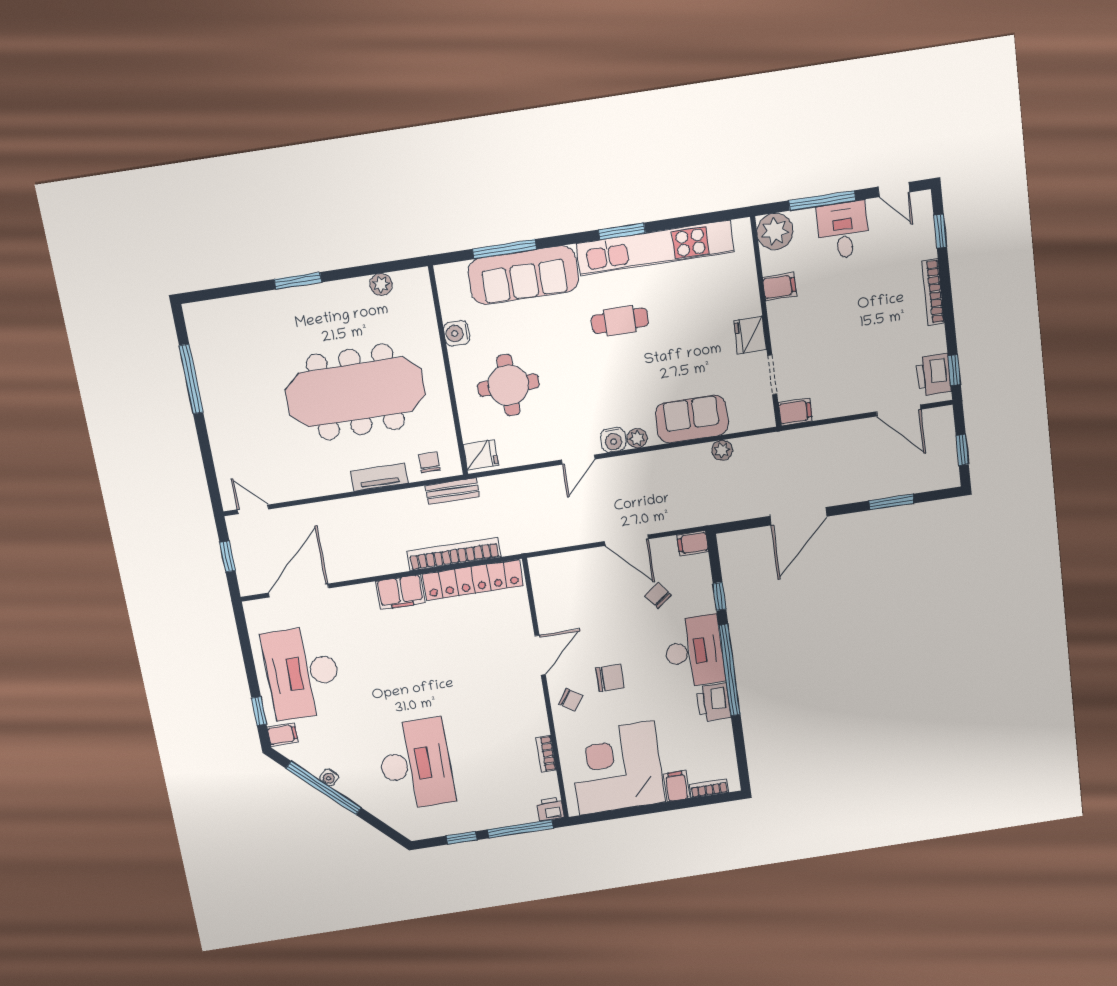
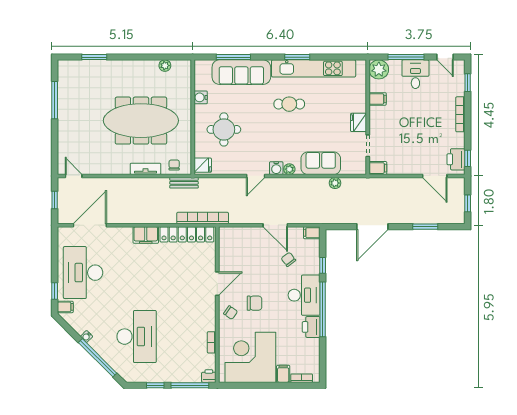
window: (298, 281) -> (94, 57), moved
bookcase: (454, 554) -> (203, 218), moved
window: (324, 788) -> (98, 358), moved

